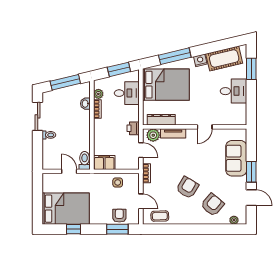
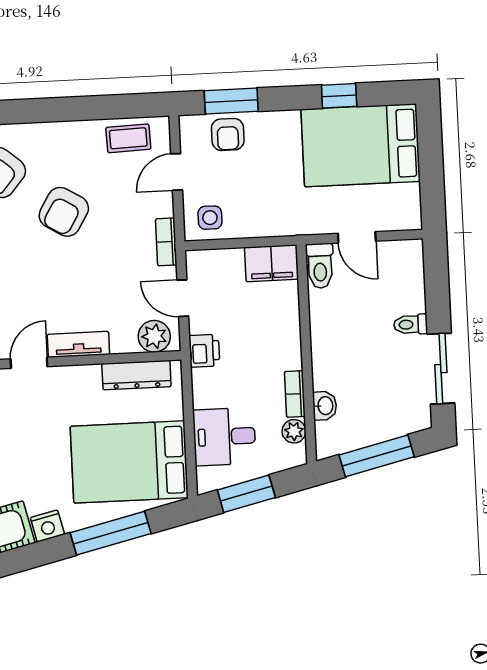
tv unit: (173, 133) -> (78, 344), moved
side table: (118, 182) -> (210, 218), moved
door: (141, 201) -> (177, 172), hinge flipped

